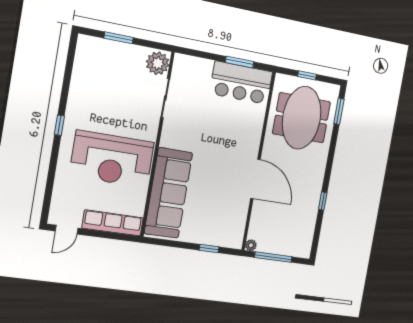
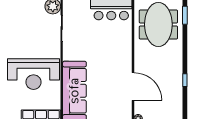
door: (255, 179) -> (133, 86), moved

